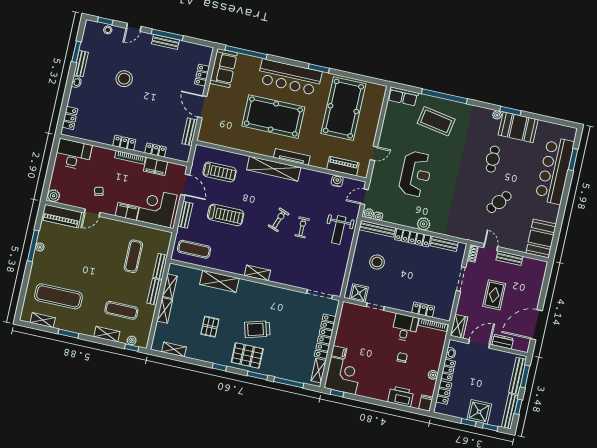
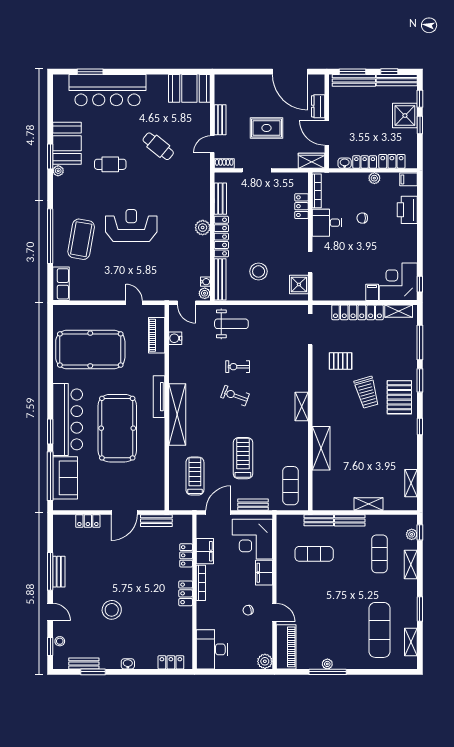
bench: (81, 63) -> (84, 663), moved
sofa: (223, 68) -> (65, 478), moved, turned 90
window: (319, 68) -> (50, 432), moved
reception desk: (416, 174) -> (131, 225), moved
shelving: (170, 286) -> (339, 504), removed
pallet: (210, 327) -> (341, 361), moved

